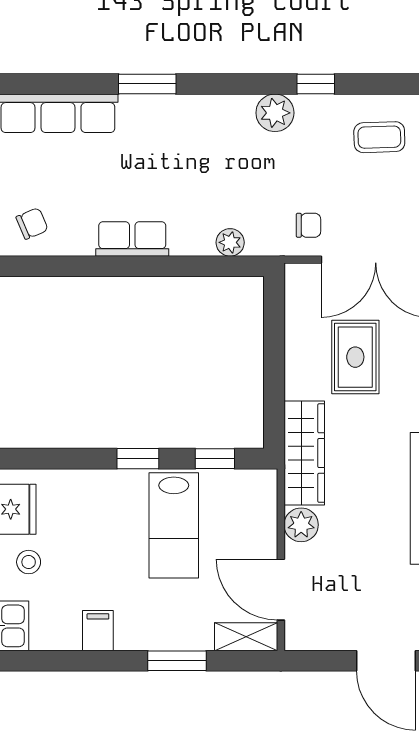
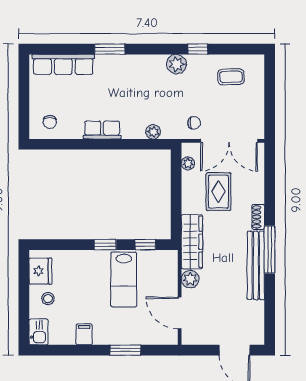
chair: (32, 223) -> (50, 122), turned 113
plant: (297, 303) -> (188, 163), added
shelving: (246, 637) -> (161, 338), removed

